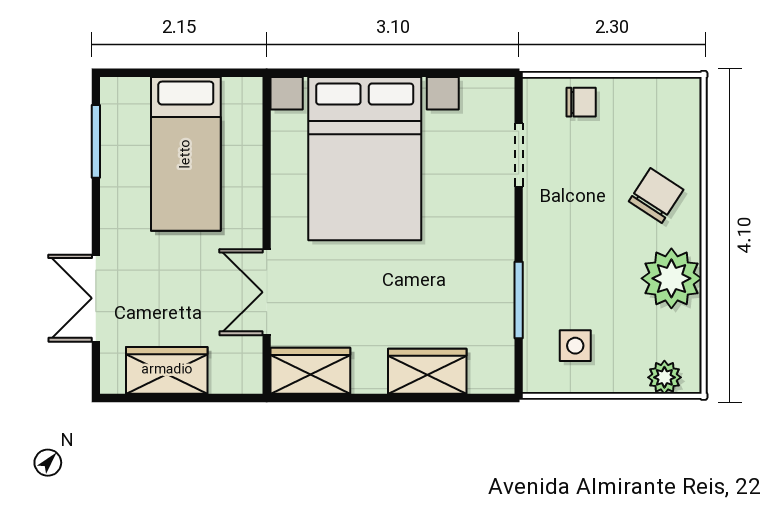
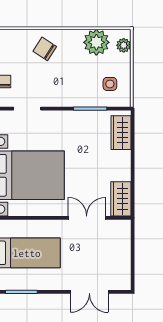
plant: (671, 278) -> (96, 42), moved
double door: (267, 292) -> (87, 218), swing flipped
wardrobe: (167, 370) -> (121, 261), removed
wardrobe: (427, 371) -> (121, 133), moved

